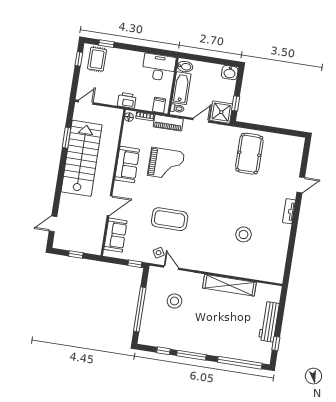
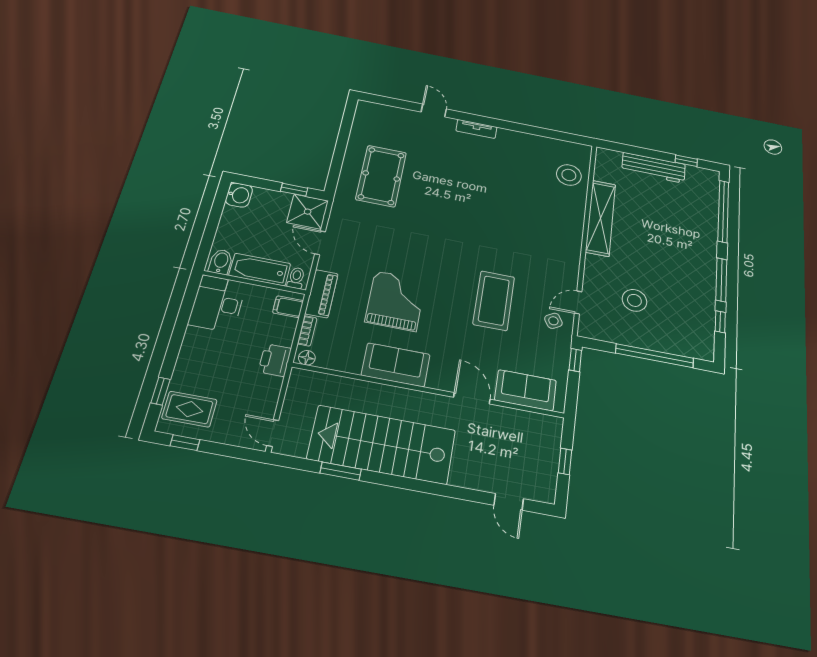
pool table: (249, 154) -> (381, 176), turned 90
stool: (243, 234) -> (569, 175), moved

